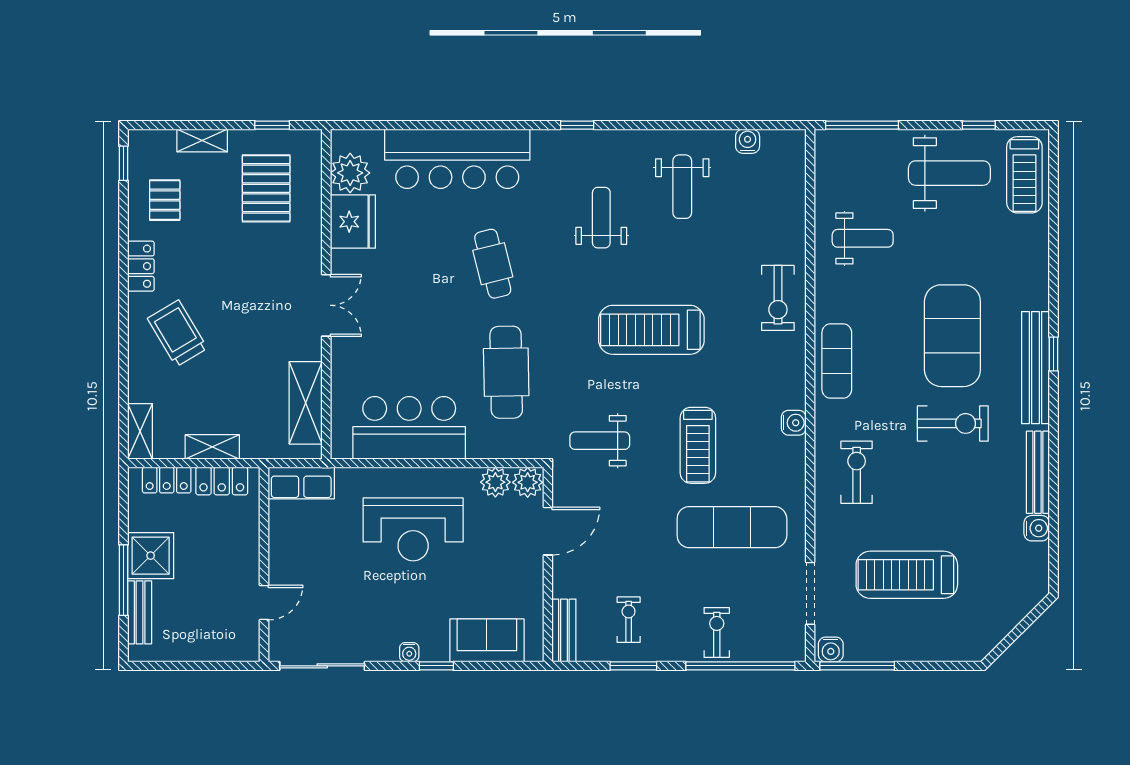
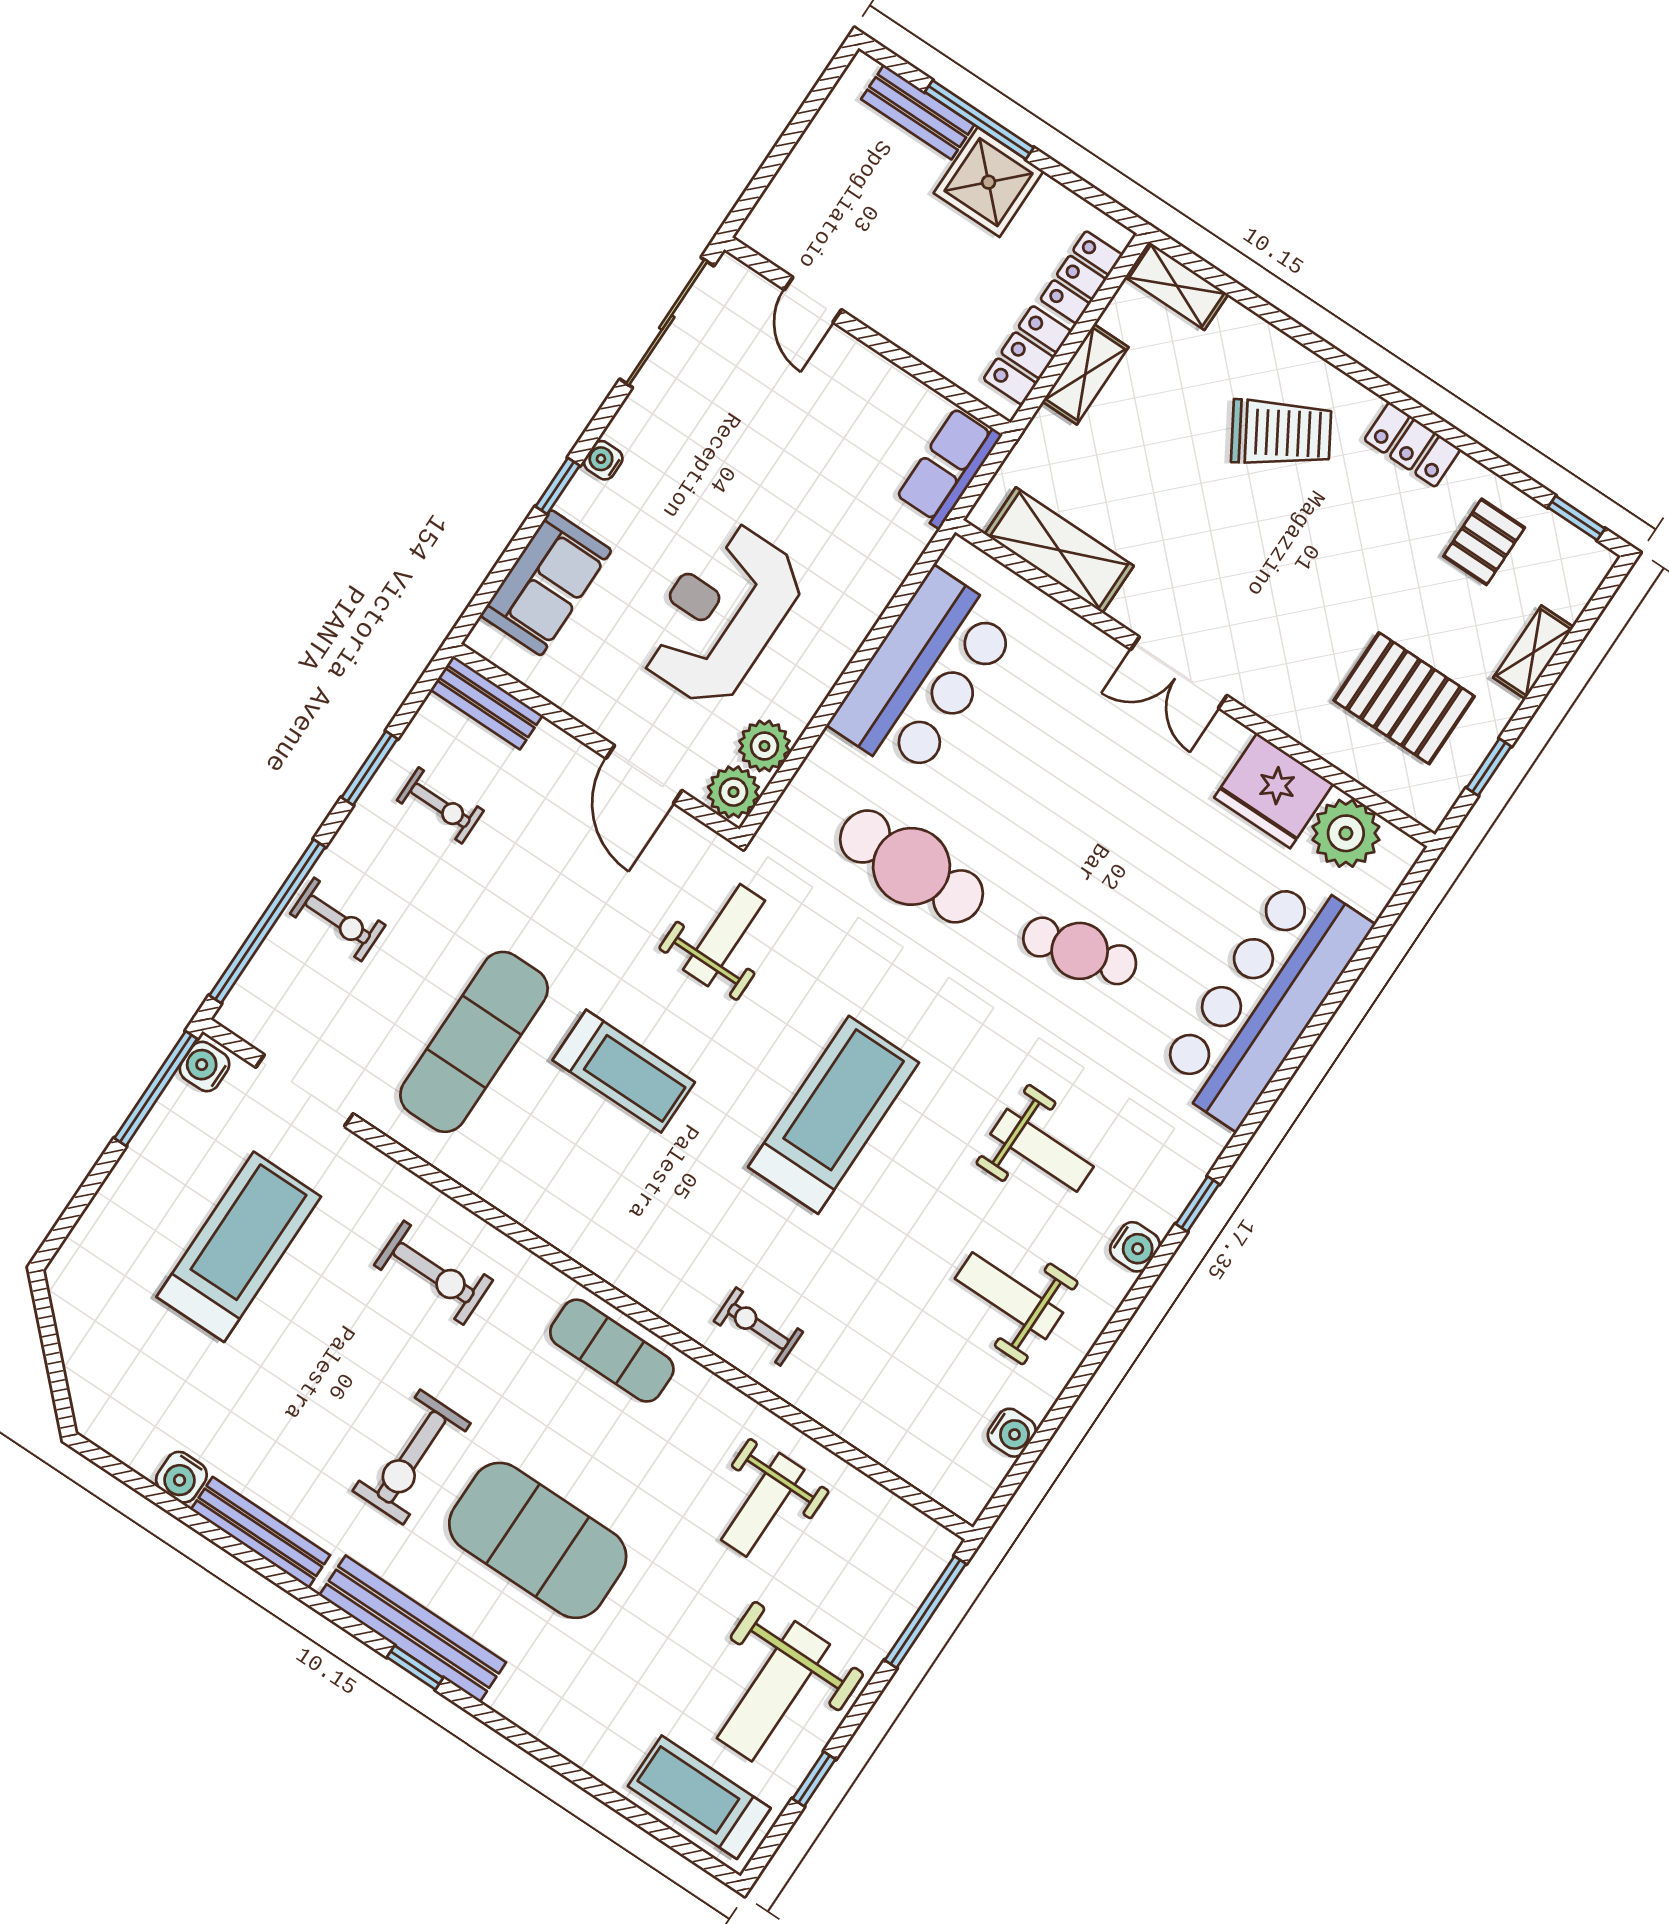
pallet: (165, 200) -> (1484, 542), turned 90
exercise bike: (778, 298) -> (758, 1327), width x0.73, depth x0.72
water cooler: (794, 423) -> (1135, 1247), moved, turned -90
treadmill: (698, 445) -> (624, 1071), turned 180
reception desk: (413, 529) -> (721, 614), moved

